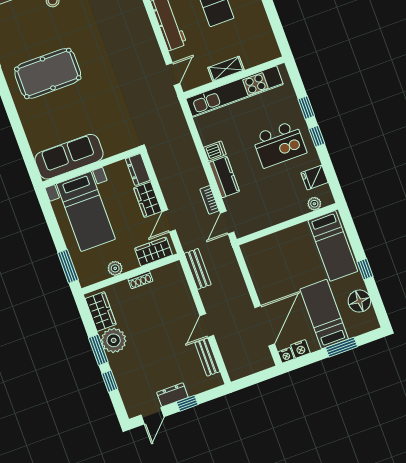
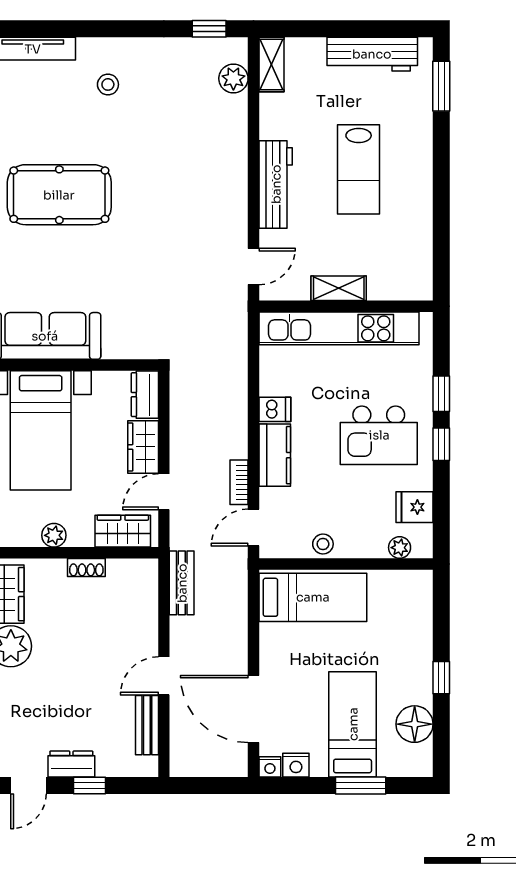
stool: (270, 218) -> (323, 544), added
bed: (333, 246) -> (313, 597), moved, turned -90
door: (265, 326) -> (254, 709), swing flipped

